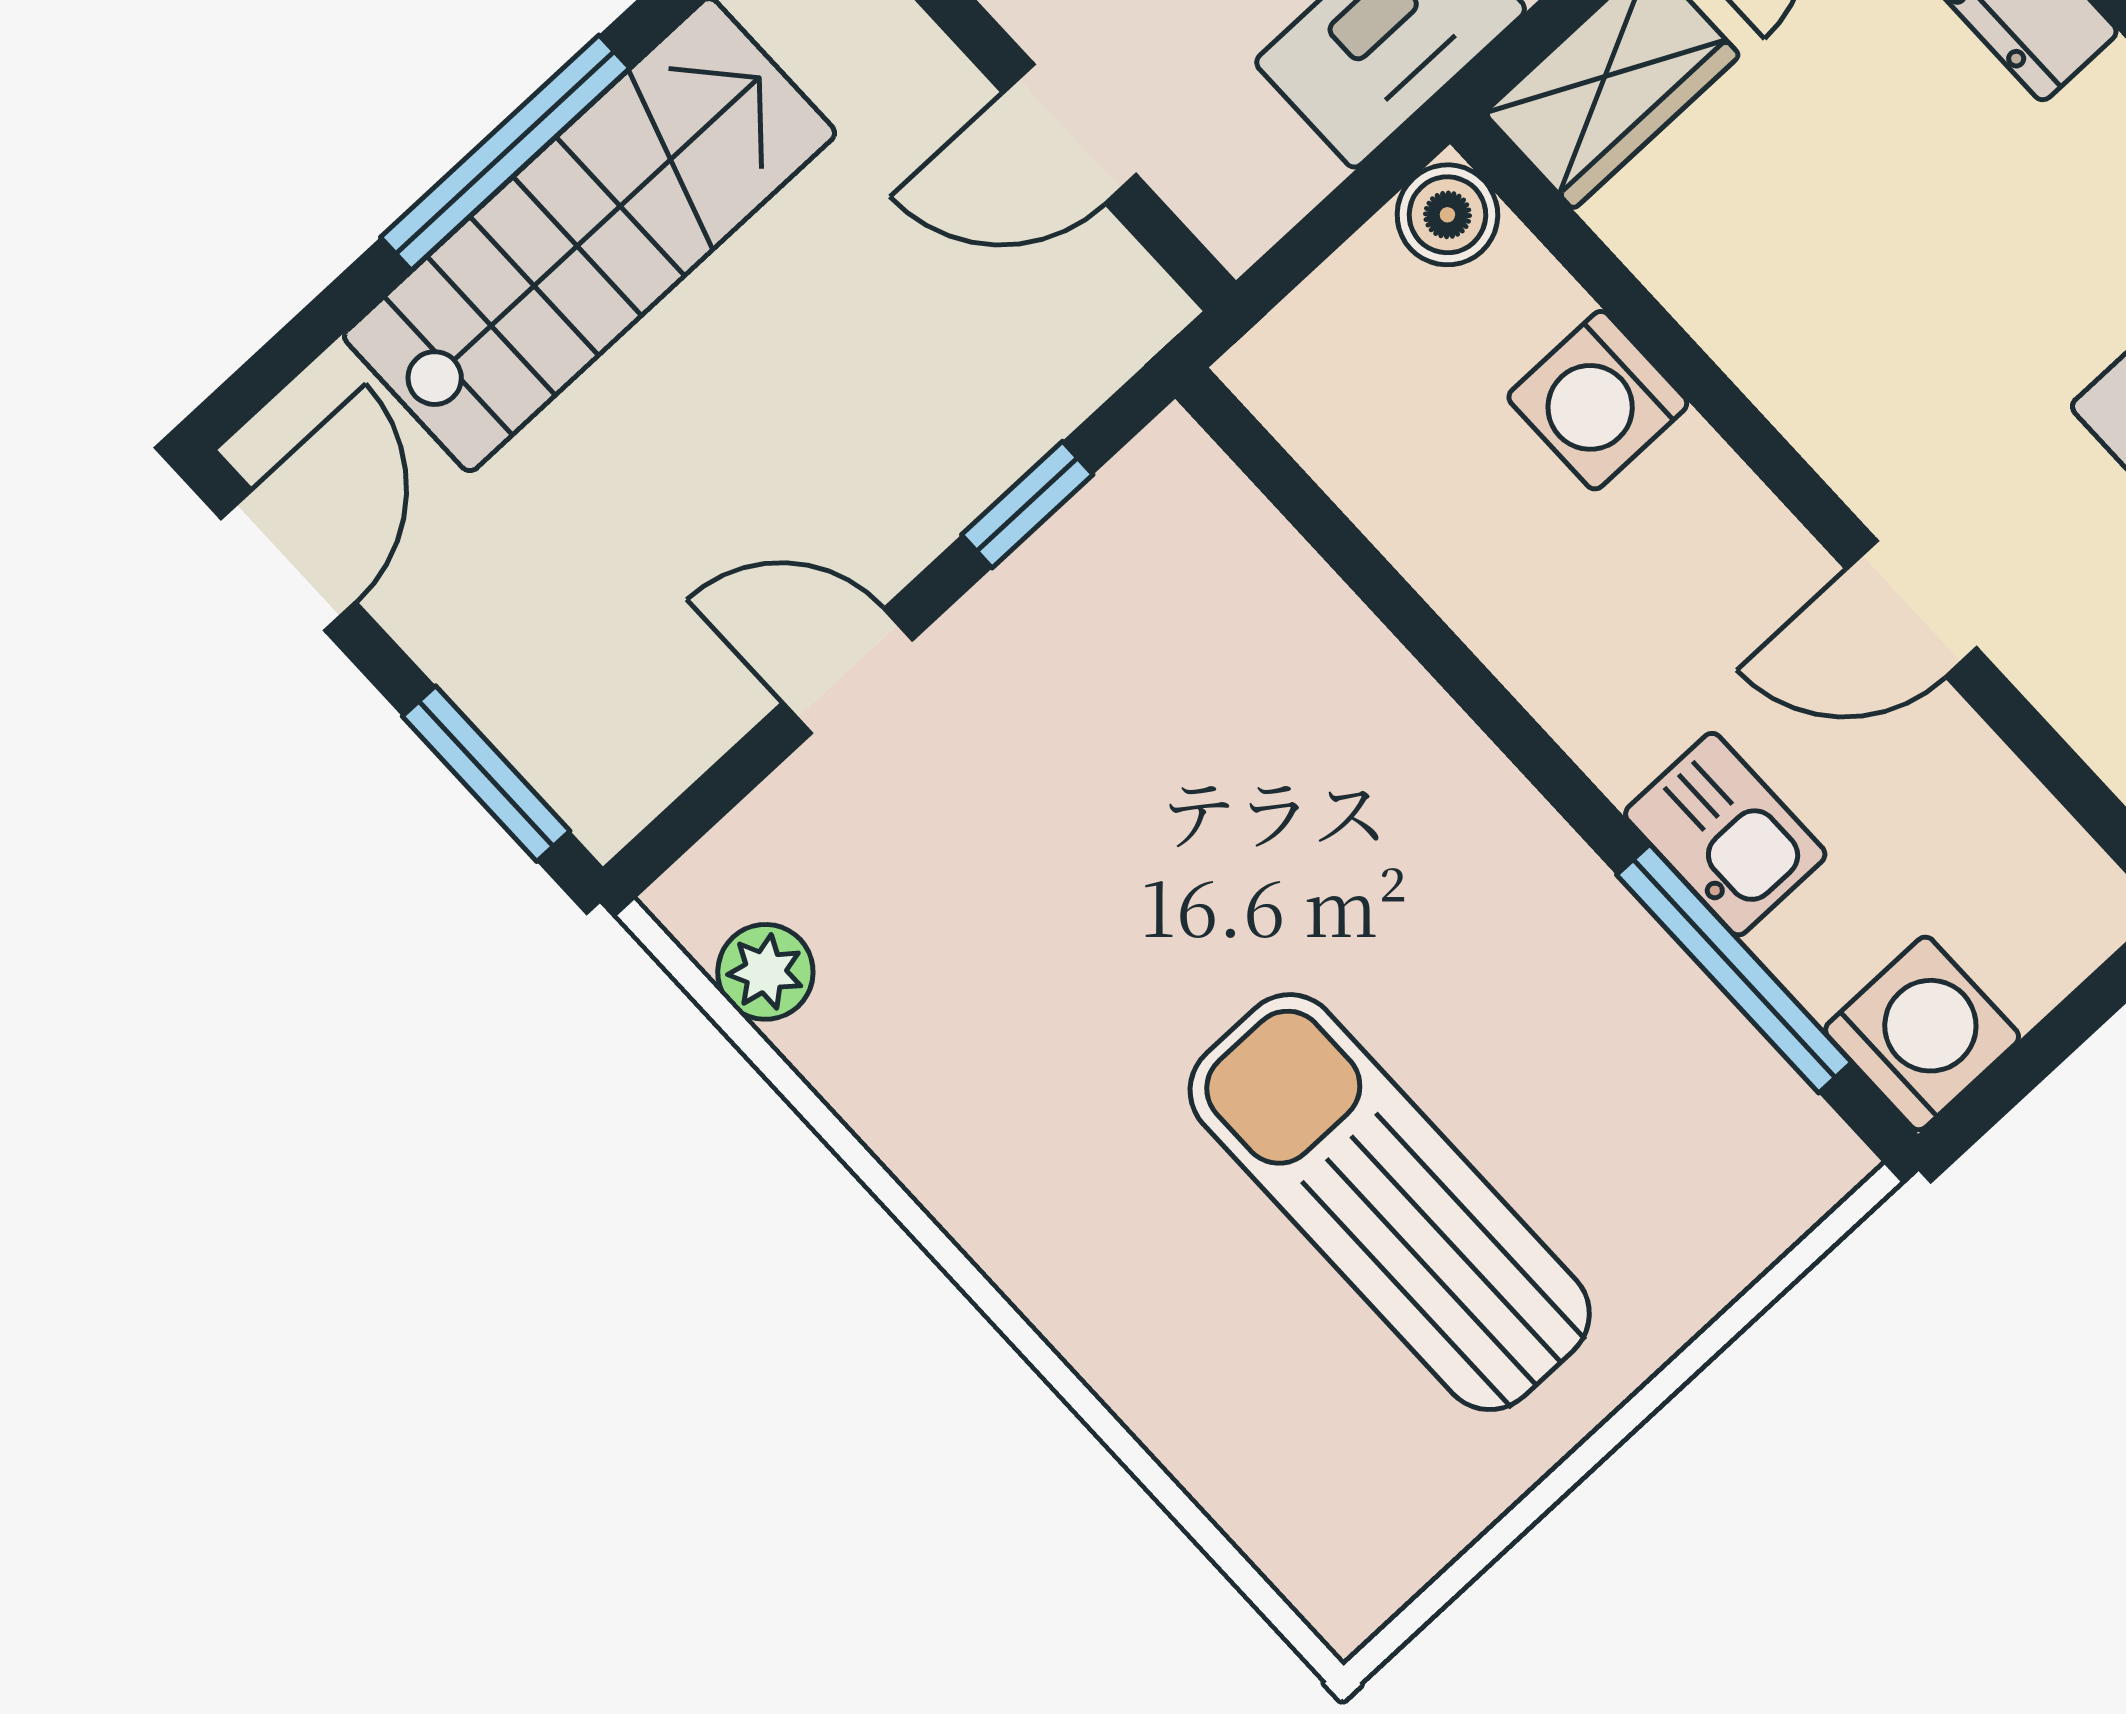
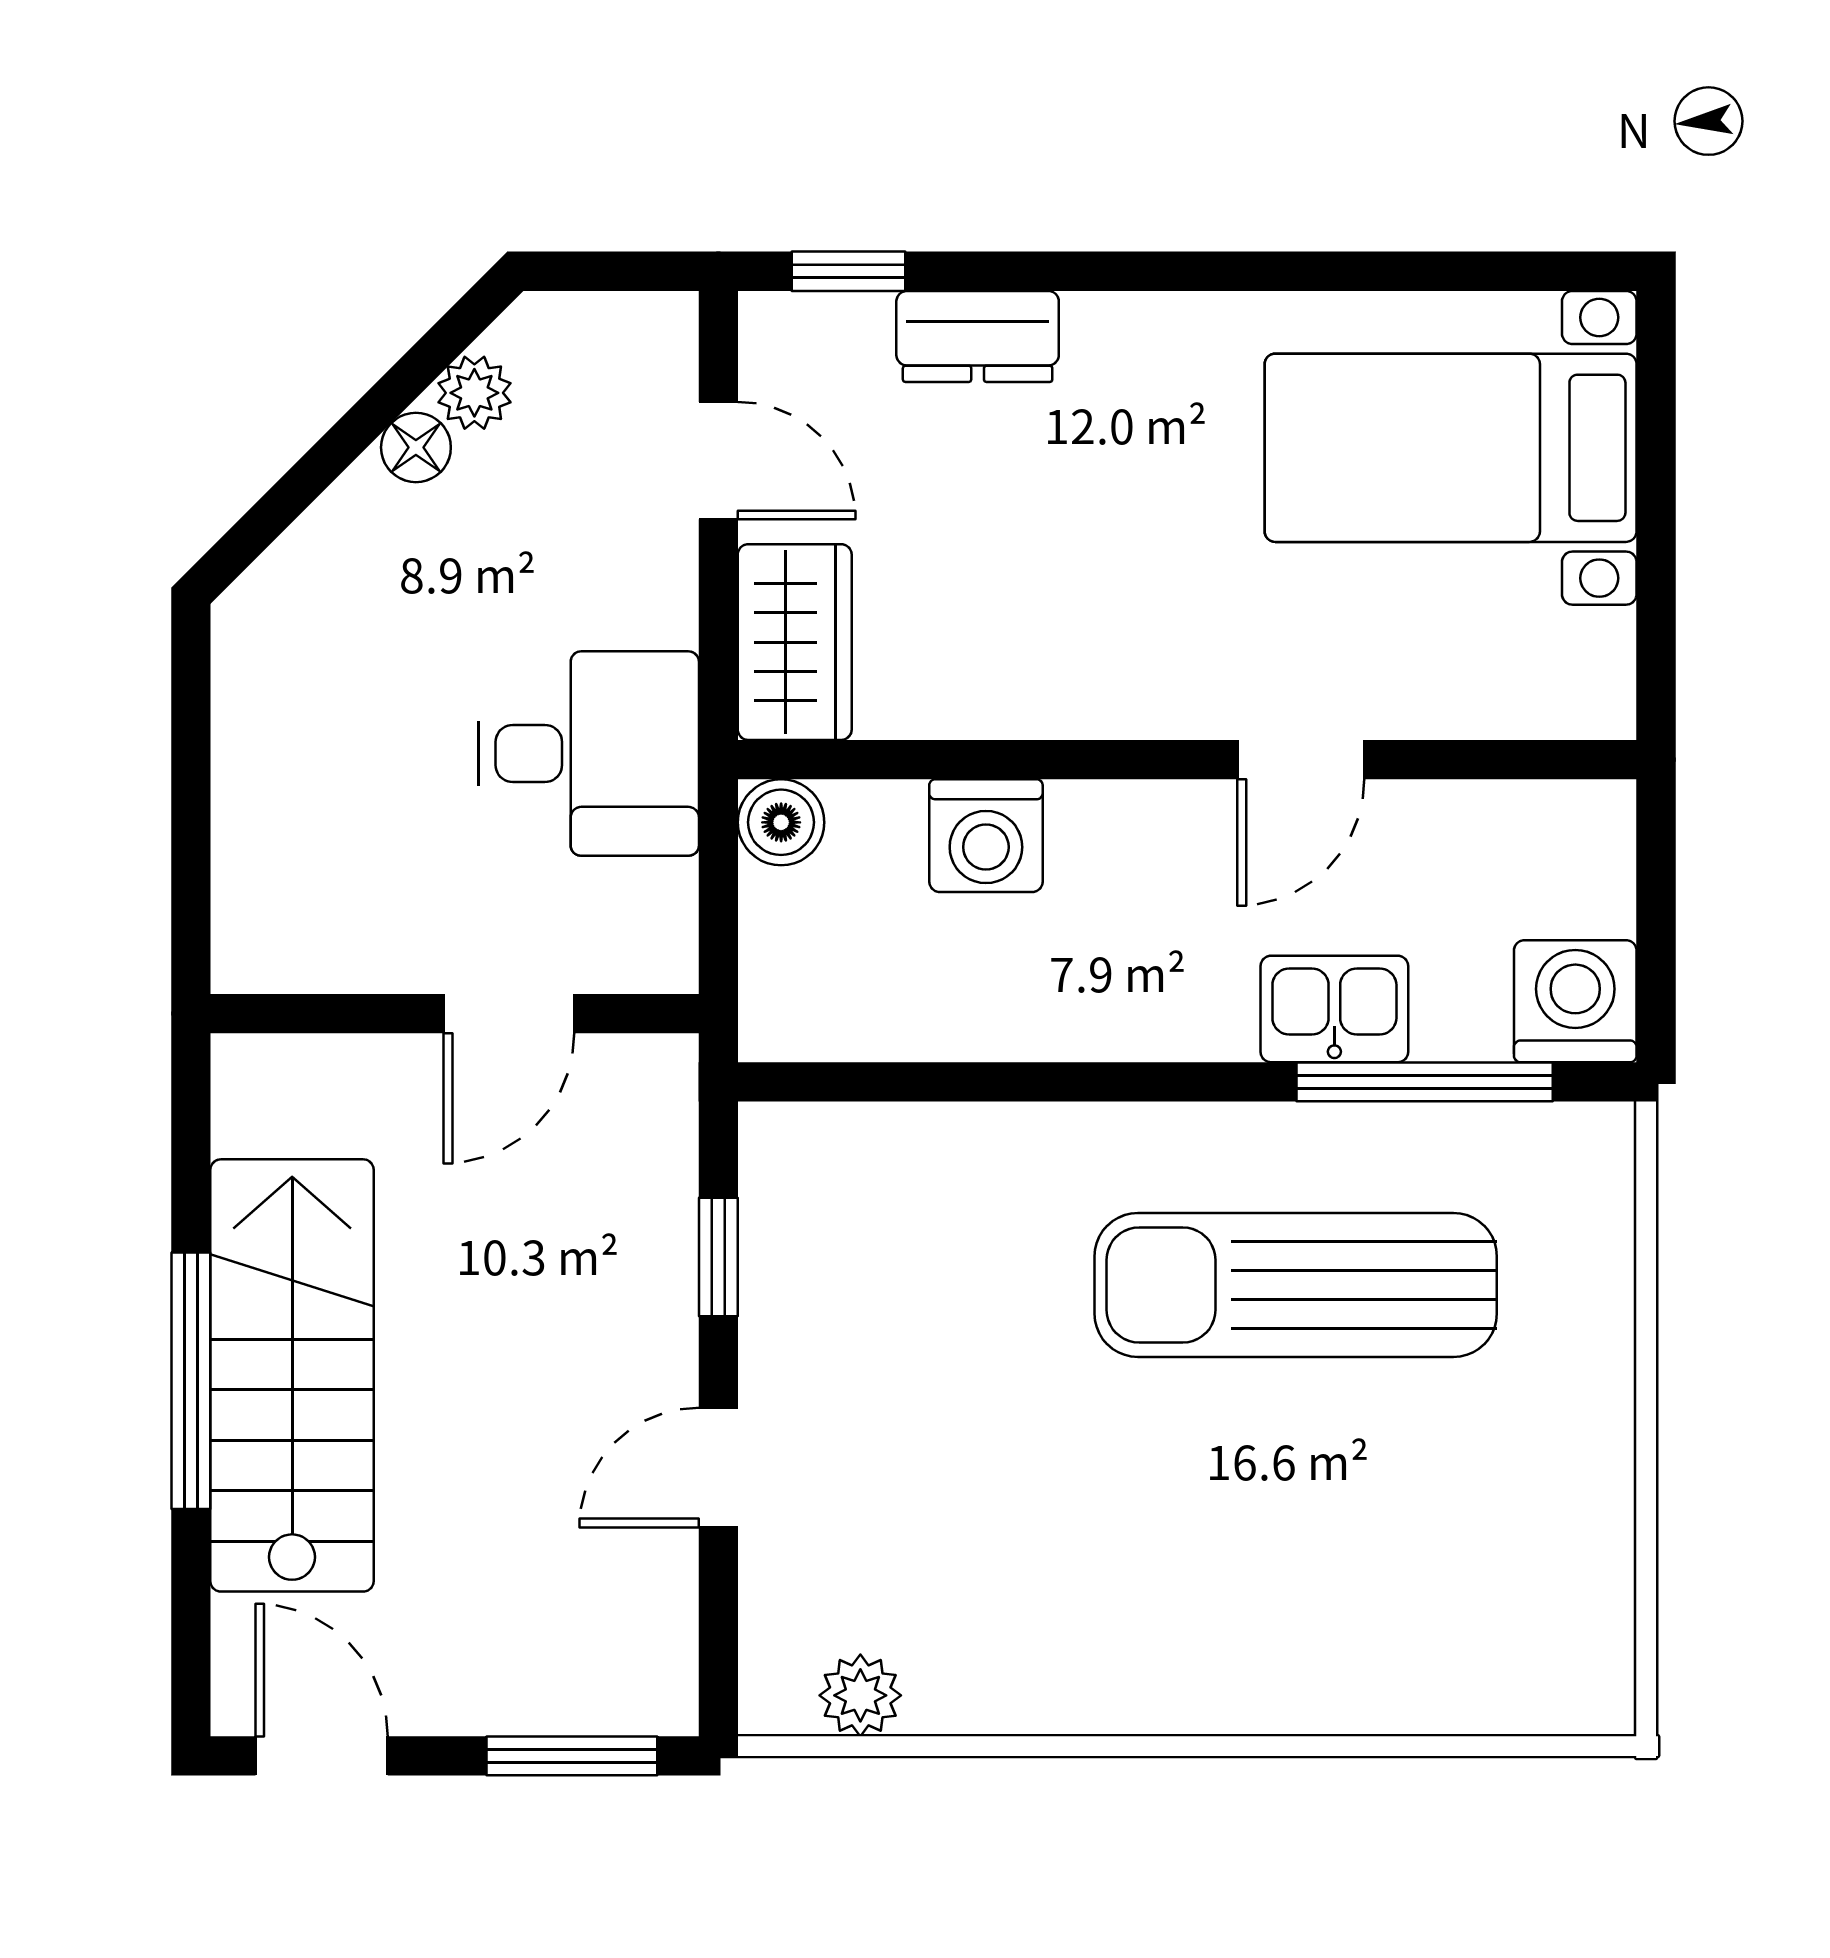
sun lounger: (1390, 1202) -> (1296, 1285), moved

